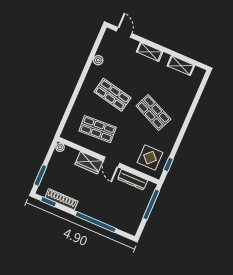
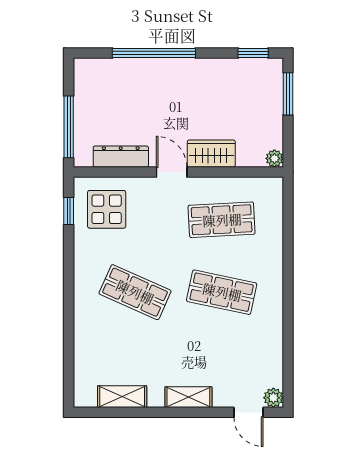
plant: (98, 60) -> (273, 398), moved
shoe rack: (61, 199) -> (232, 67), removed

